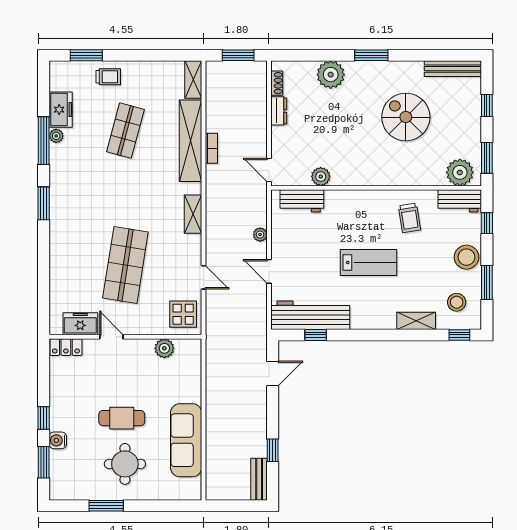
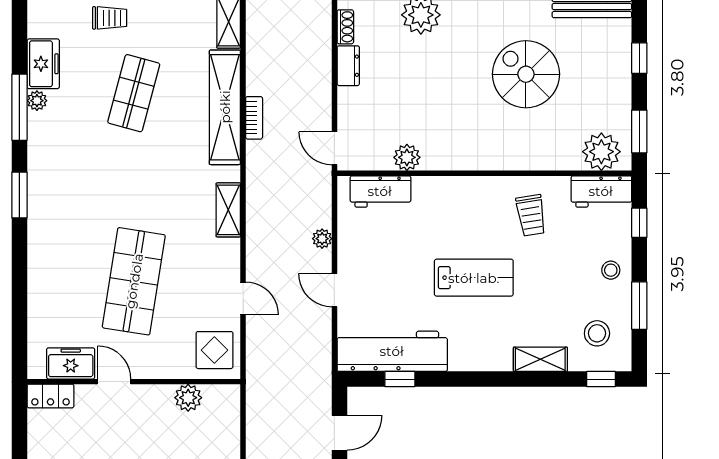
stool: (466, 257) -> (611, 270), width x0.53, depth x0.53

